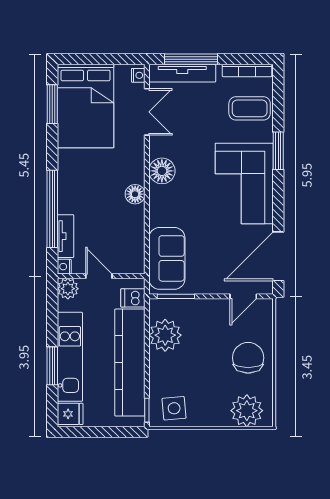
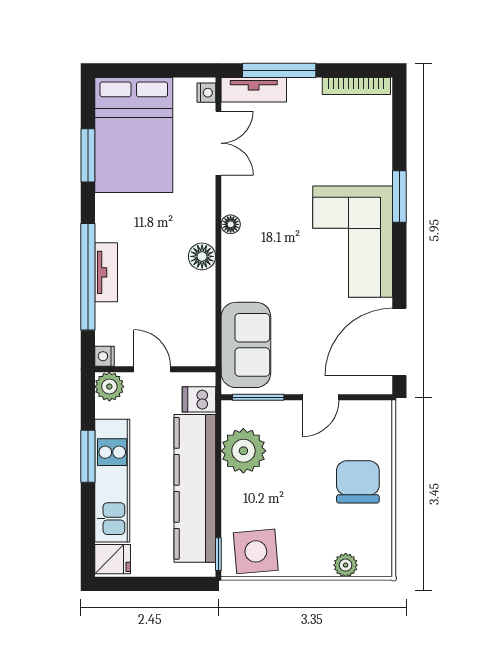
tv unit: (182, 73) -> (254, 90), width x0.71
window: (52, 104) -> (88, 155), moved
coffee table: (250, 108) -> (360, 138), removed
floor lamp: (162, 171) -> (231, 224), width x0.53, depth x0.53
tv unit: (65, 236) -> (106, 272), moved
door: (243, 296) -> (321, 397), moved
window: (52, 366) -> (88, 456), moved
side table: (174, 408) -> (256, 551), width x1.37, depth x1.37
plant: (247, 411) -> (346, 565), width x0.53, depth x0.53

